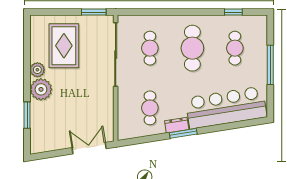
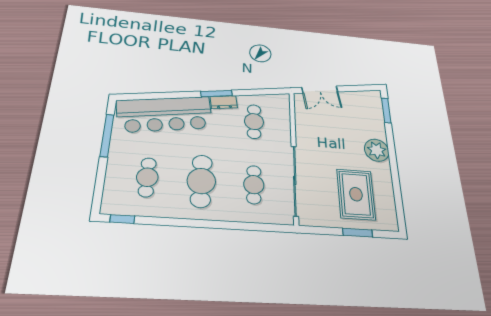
window: (94, 12) -> (358, 233), moved
window: (233, 12) -> (122, 219), moved
window: (270, 65) -> (107, 135), moved
plant: (37, 70) -> (383, 171), removed
window: (27, 115) -> (386, 110), moved

